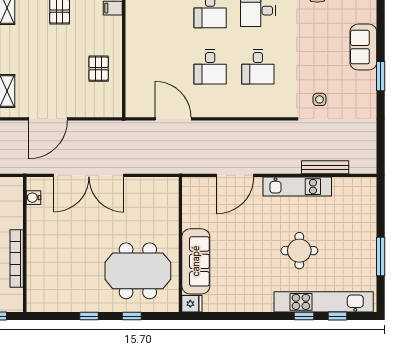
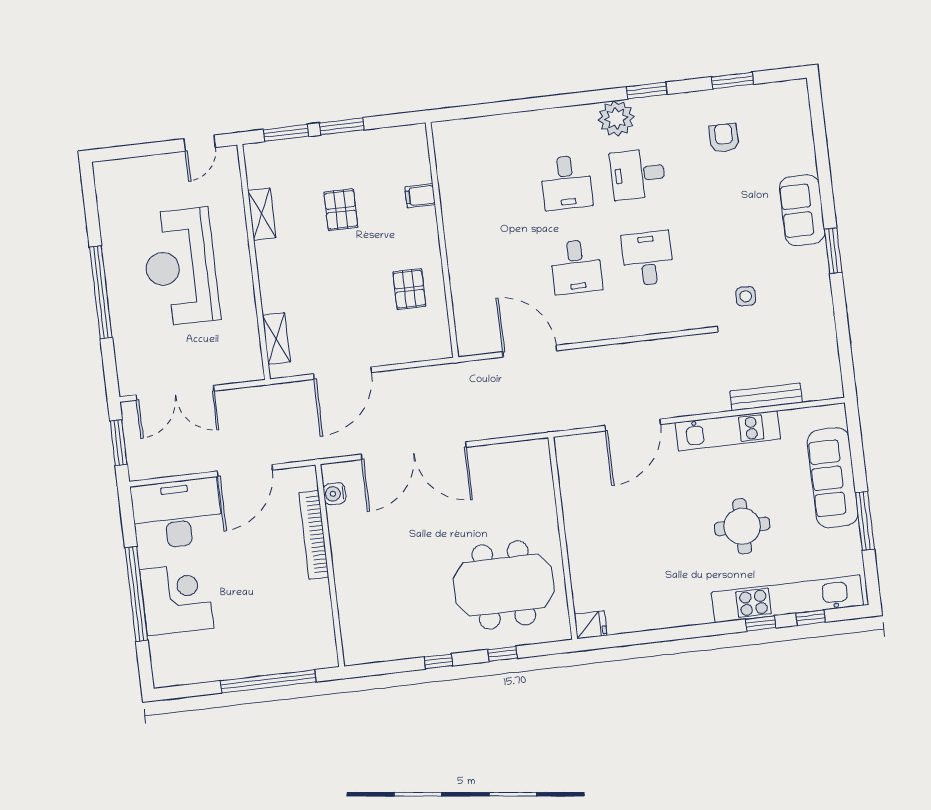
desk: (258, 67) -> (648, 258), turned 180
bookcase: (17, 259) -> (314, 535), moved
sofa: (196, 261) -> (833, 478), moved, turned 180

